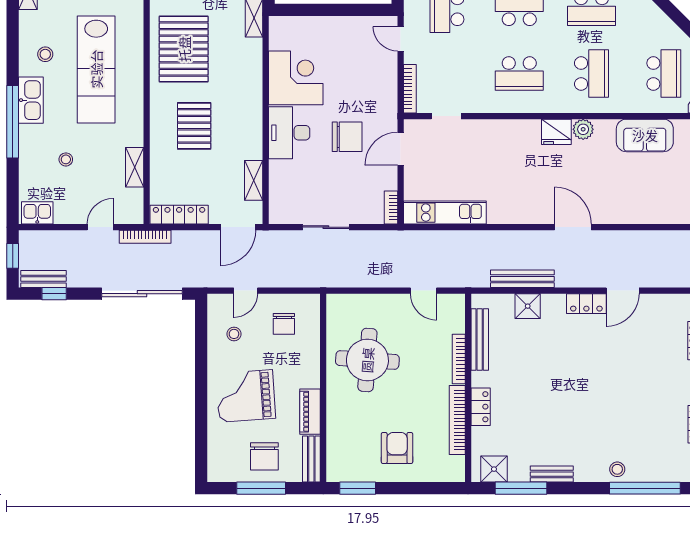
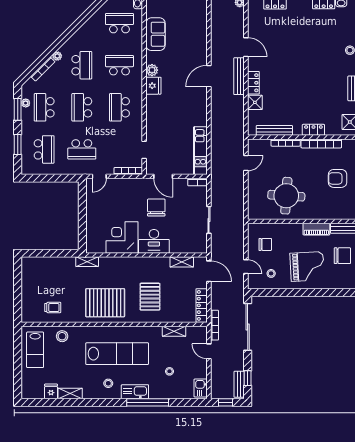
school desk: (519, 74) -> (119, 107), turned 180
pallet: (194, 126) -> (150, 297), turned 90
bench: (522, 279) -> (239, 76), moved
locker: (586, 304) -> (253, 83), moved
grand piano: (246, 396) -> (307, 267), turned -89

